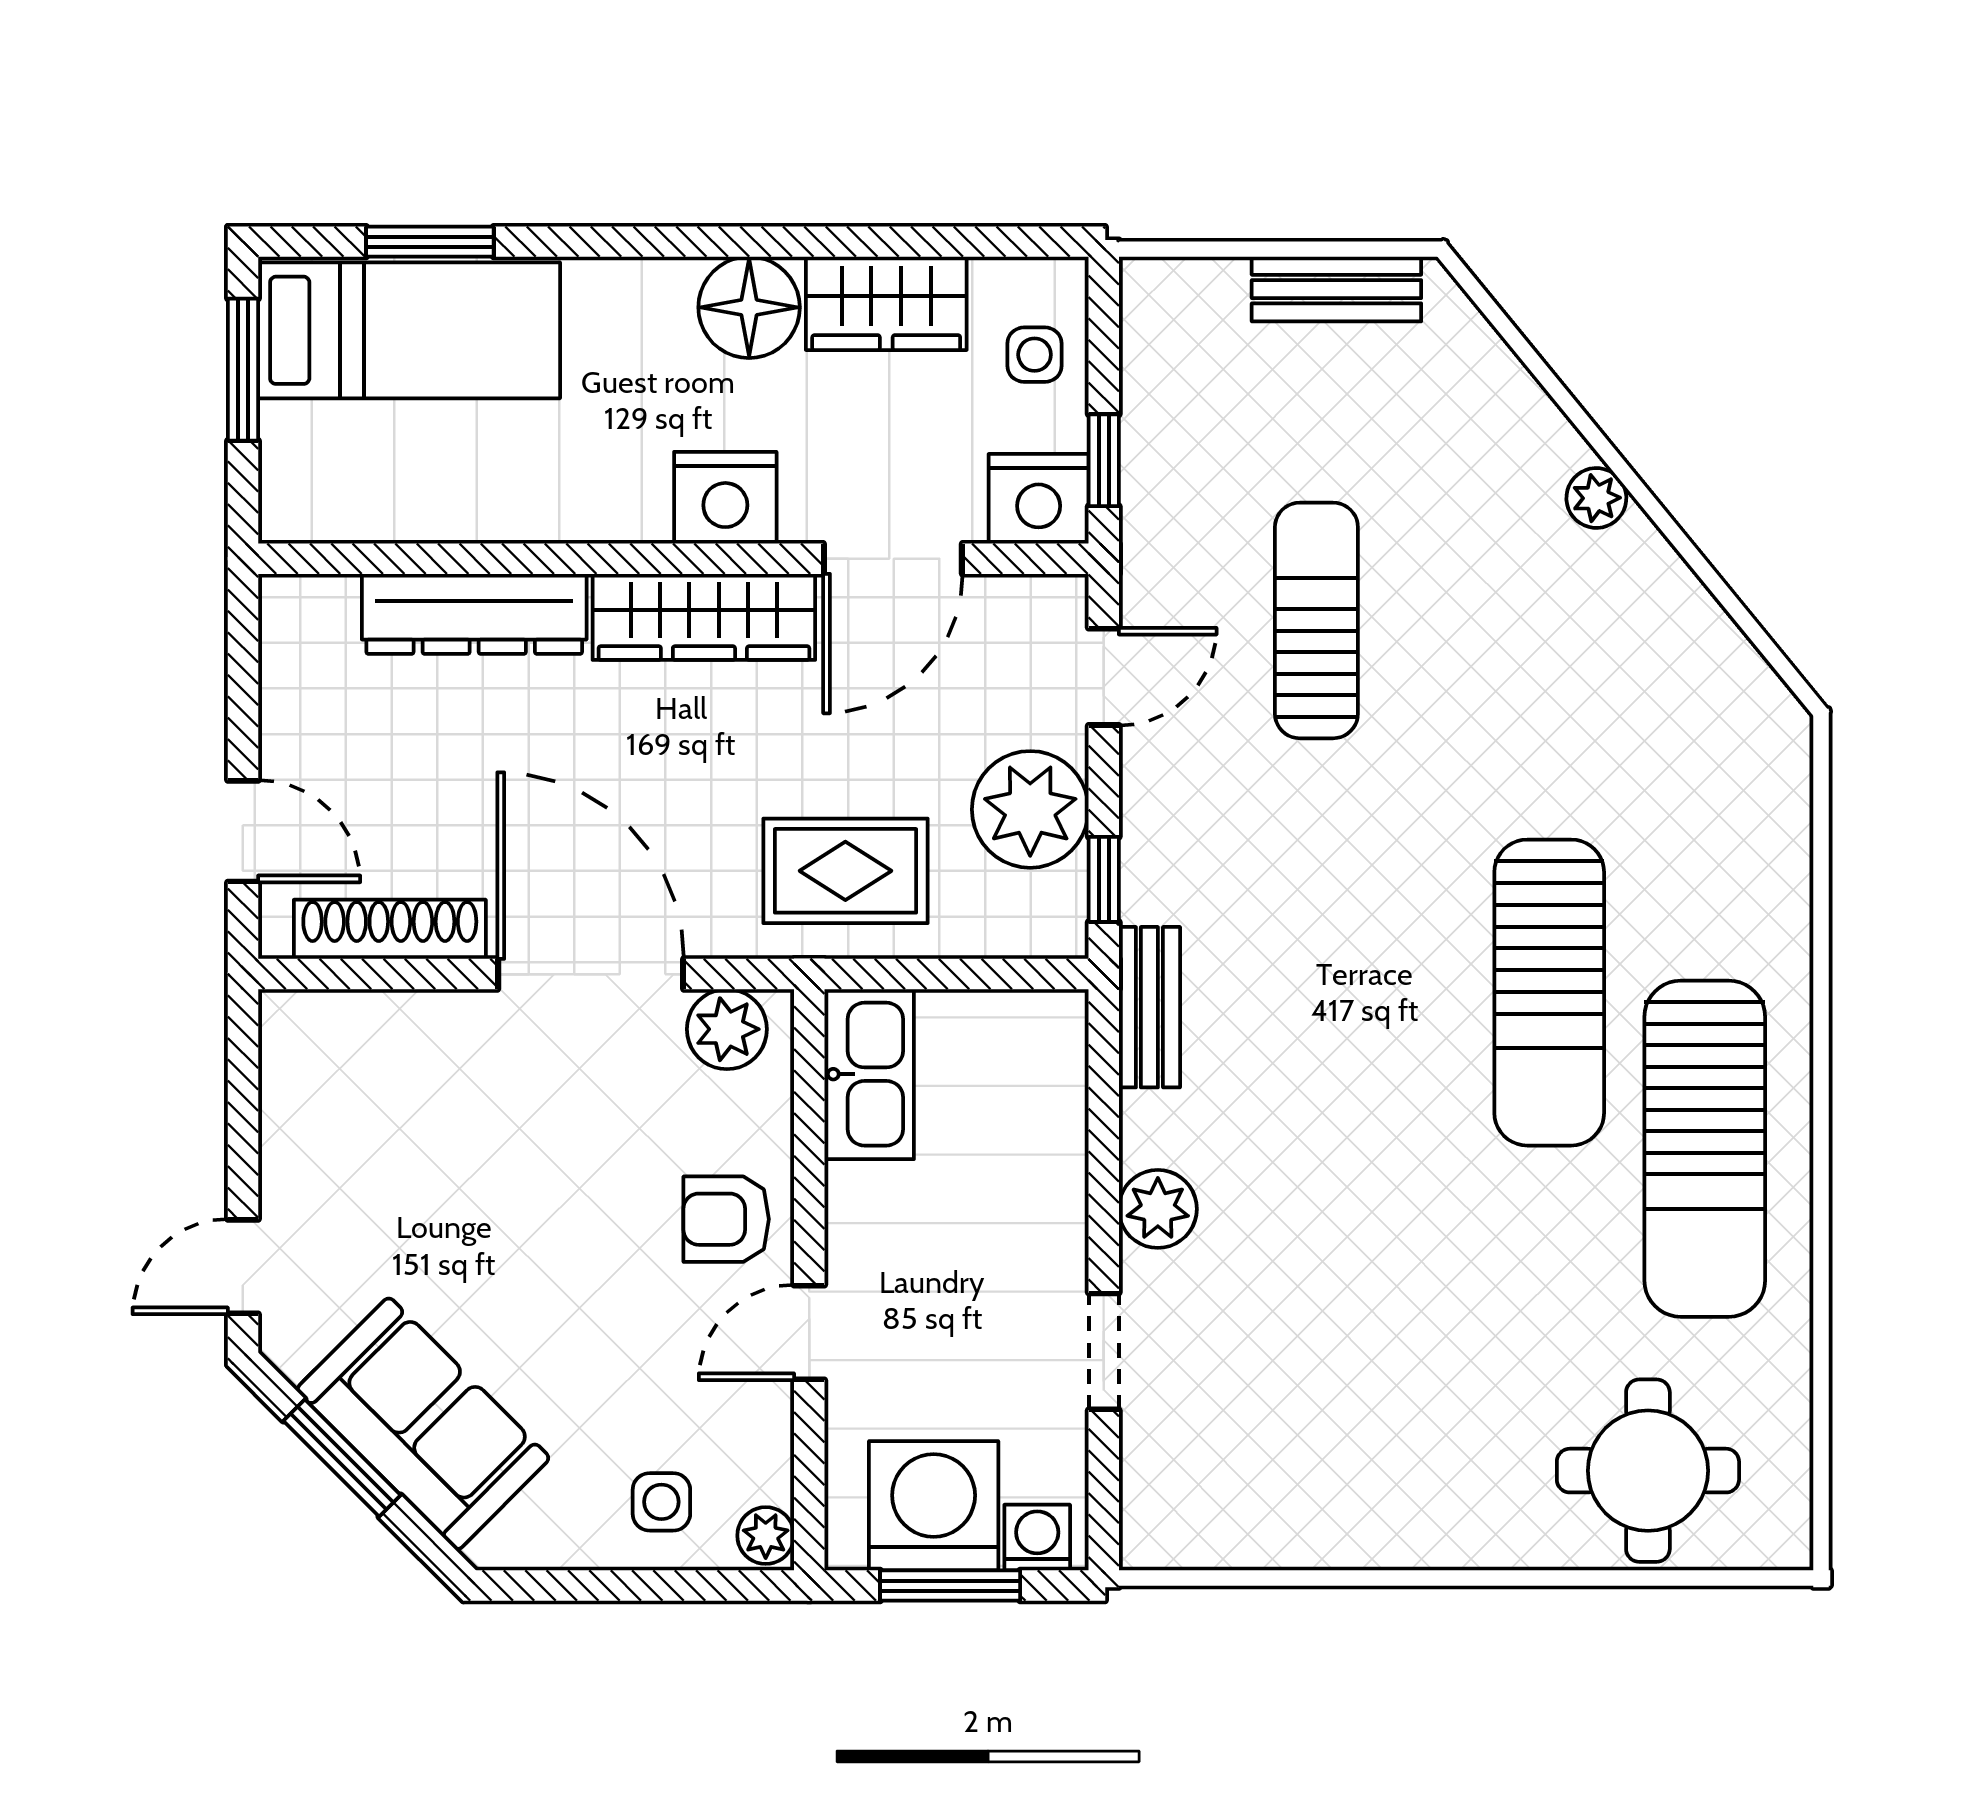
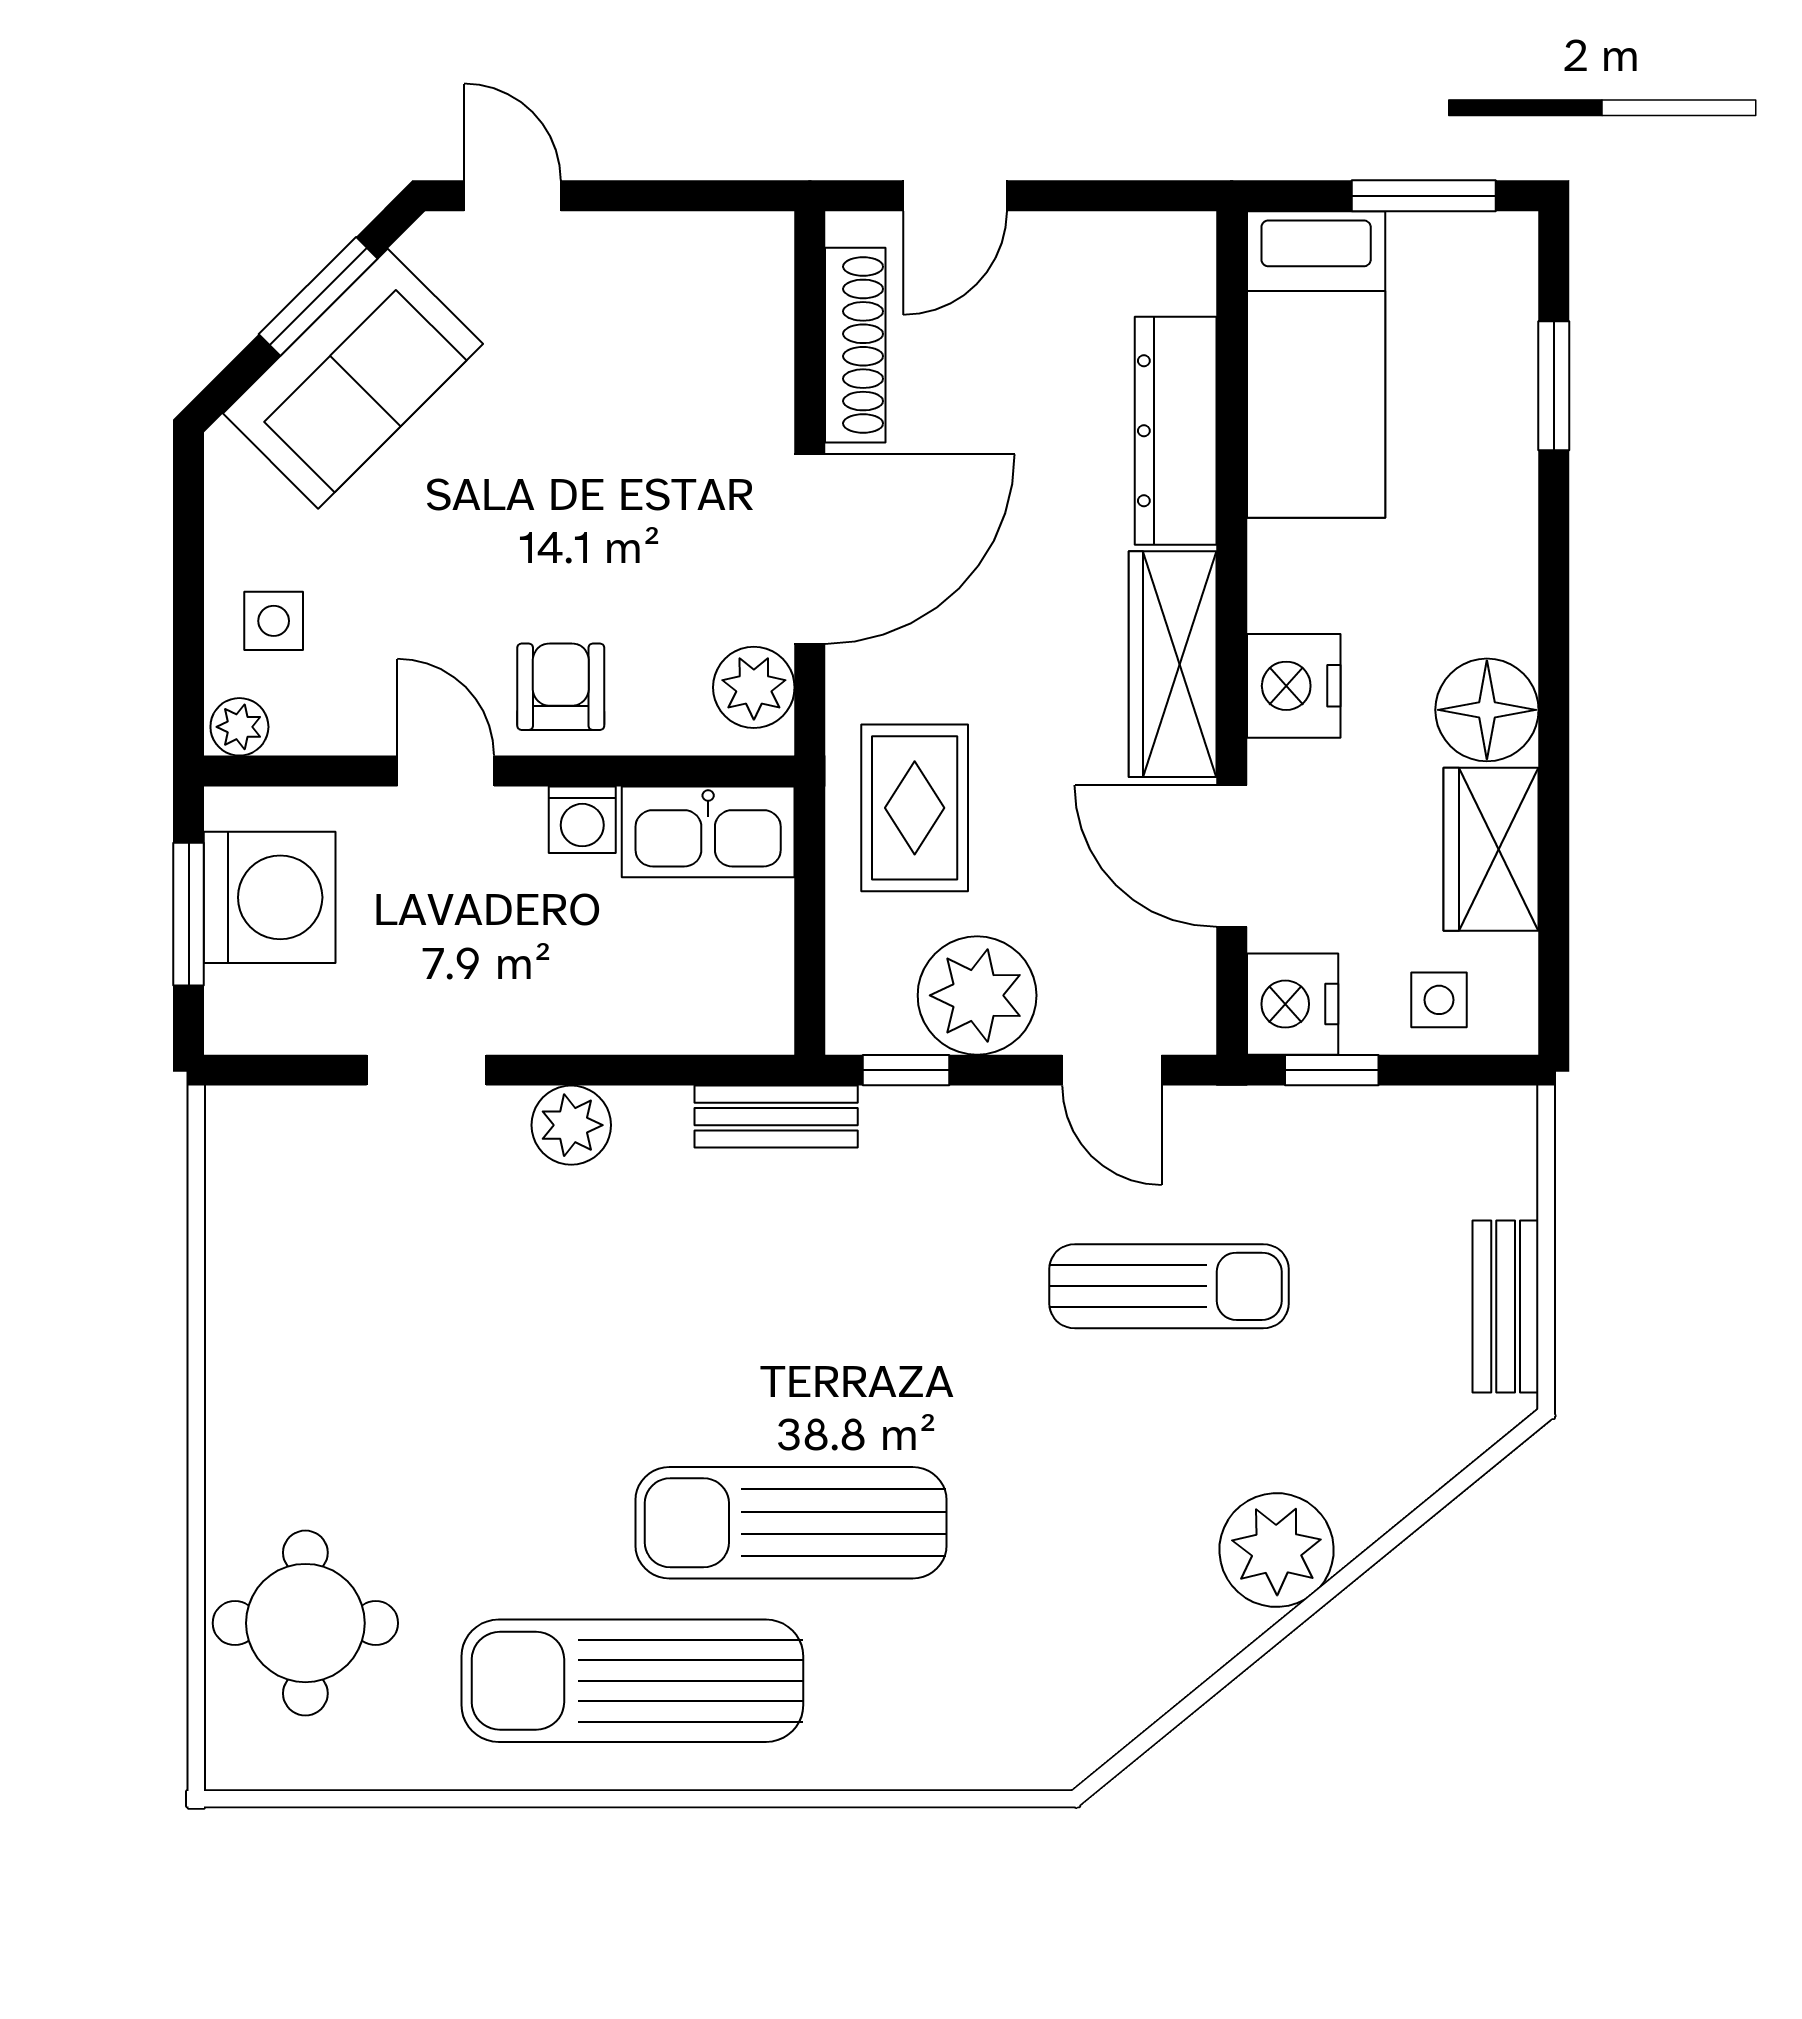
bed: (409, 330) -> (1316, 365), moved
plant: (1596, 498) -> (1277, 1550), width x1.88, depth x1.88
washing machine: (1037, 1538) -> (582, 820), moved, turned 90

